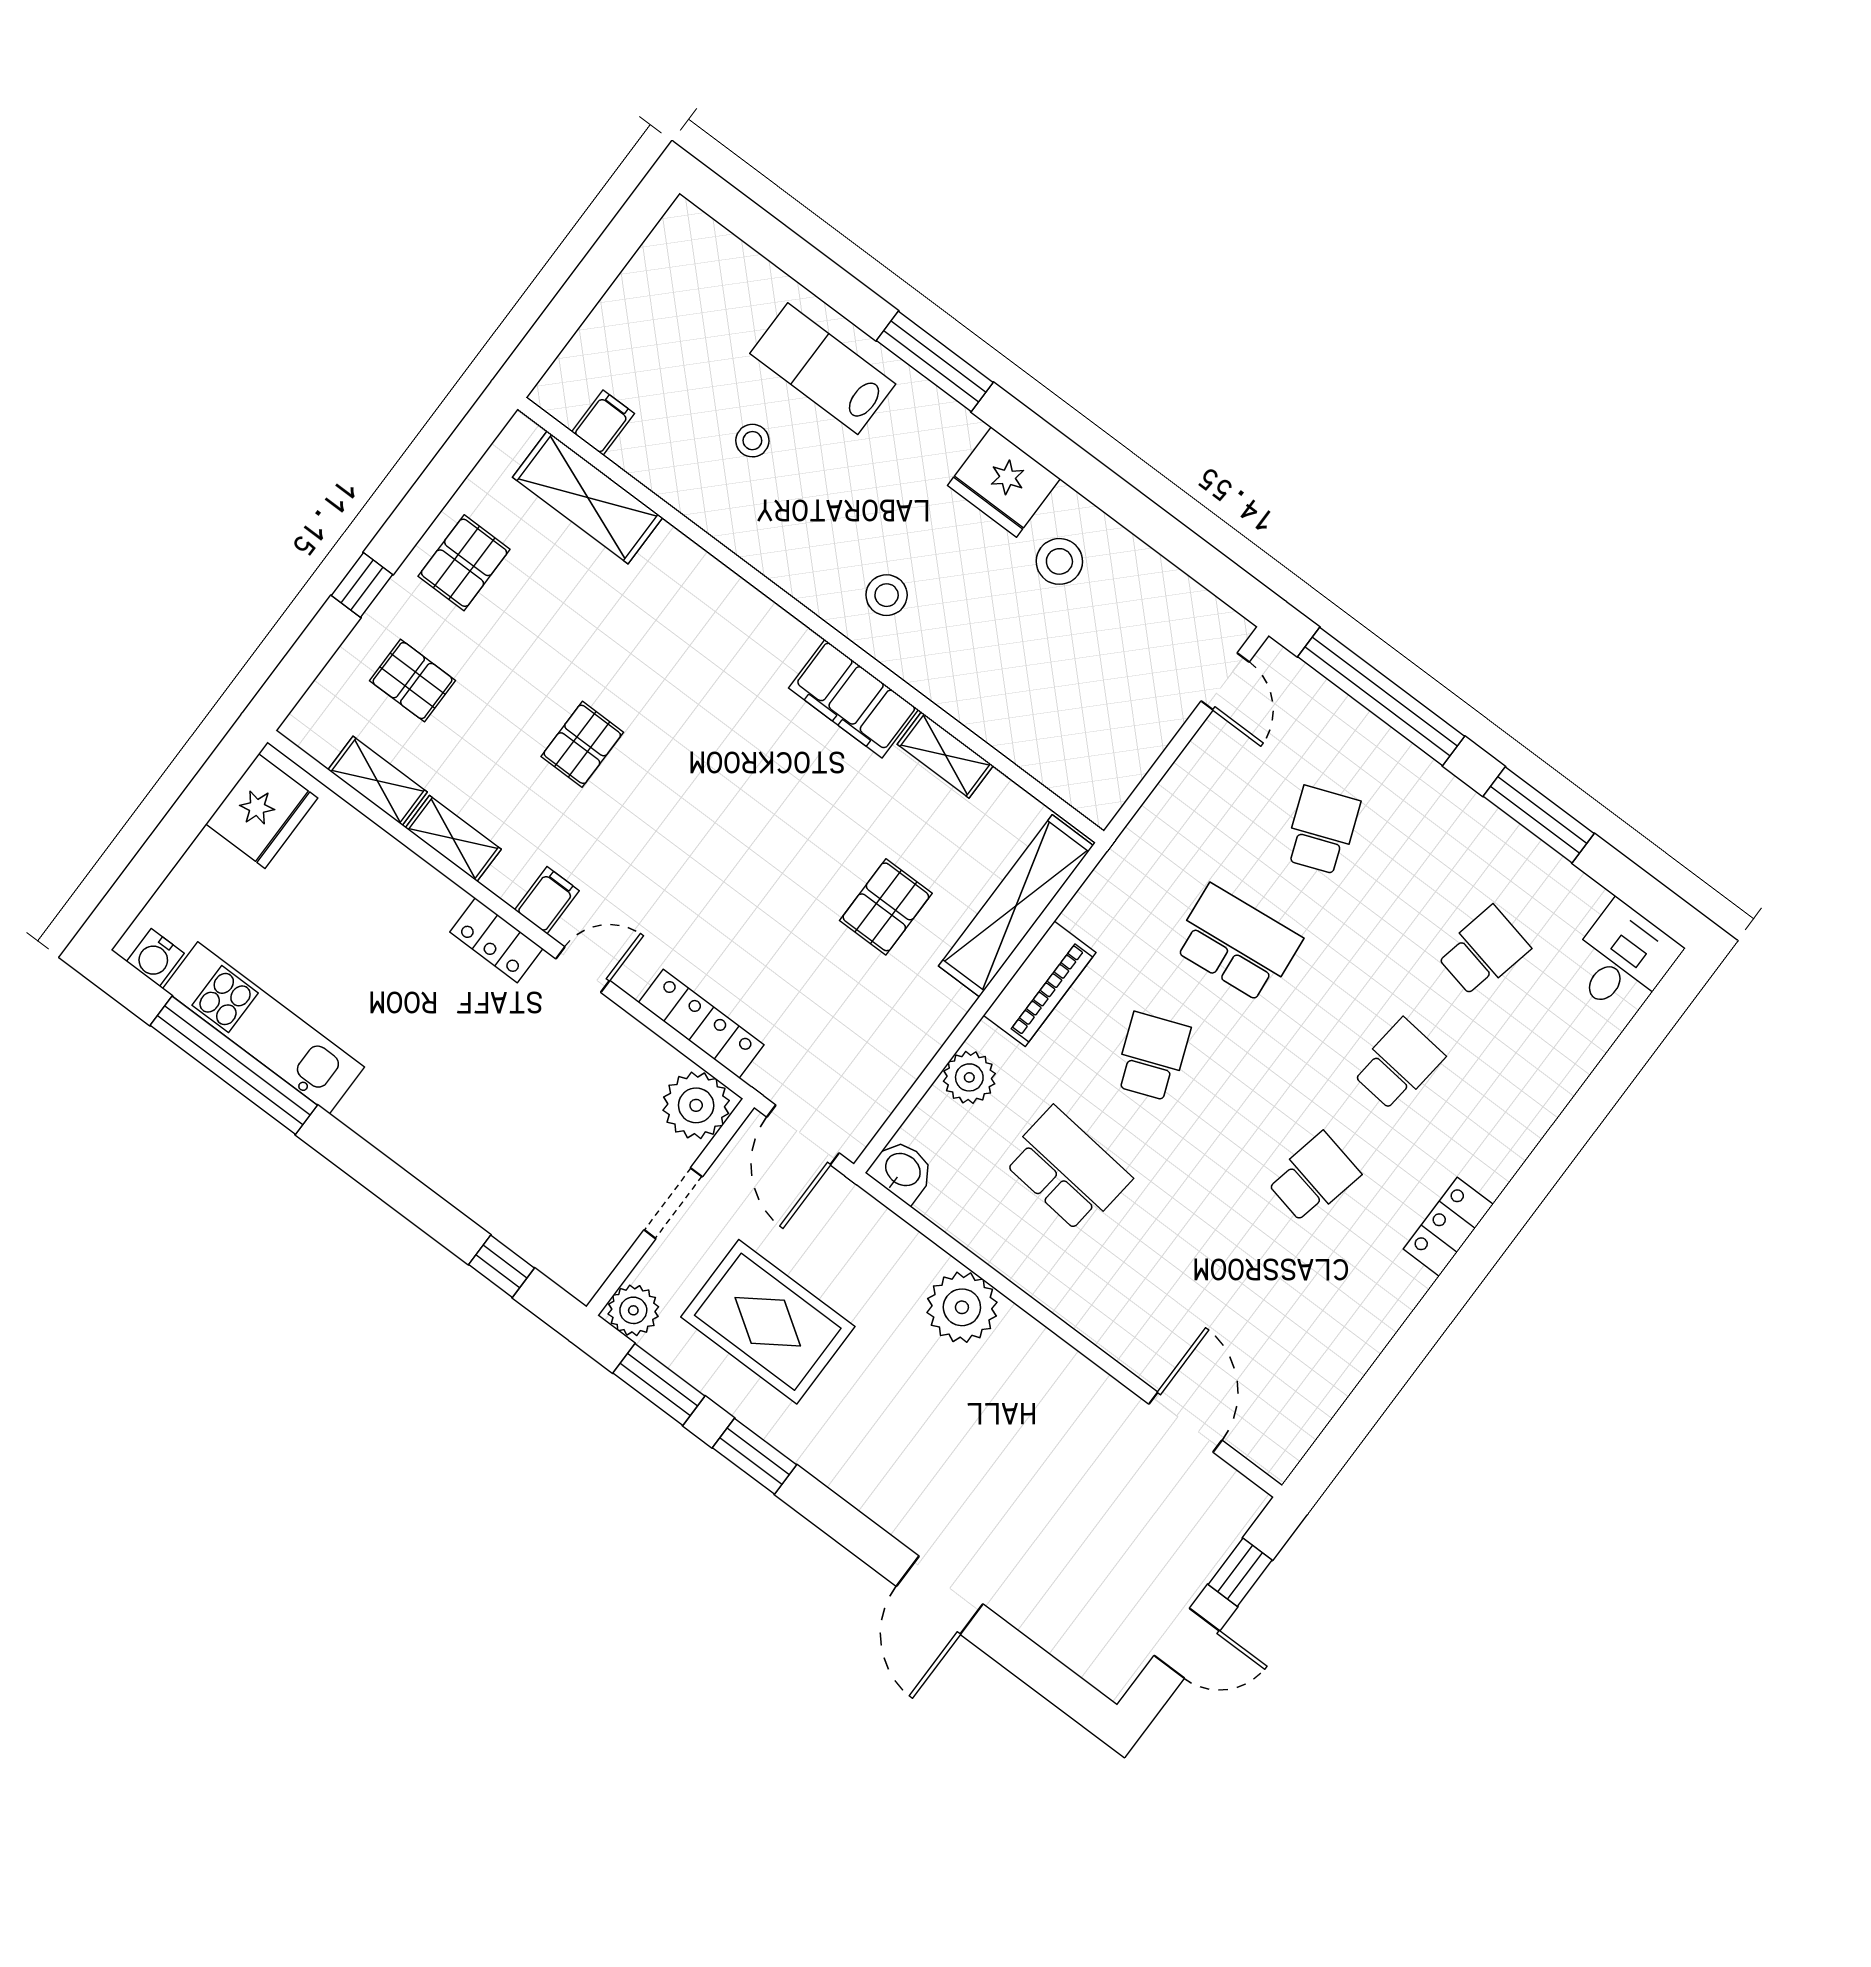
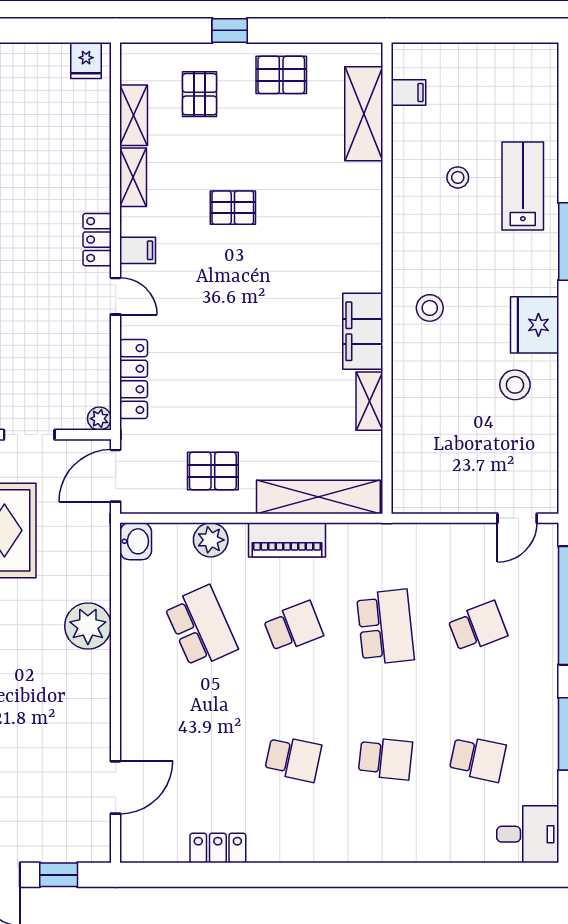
fridge: (262, 811) -> (86, 61), width x0.53, depth x0.75
pallet: (886, 907) -> (213, 471), moved
plant: (696, 1105) -> (99, 419), width x0.53, depth x0.53
school desk: (1067, 1170) -> (201, 627), turned -30
locker: (1448, 1227) -> (218, 848), moved

